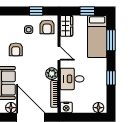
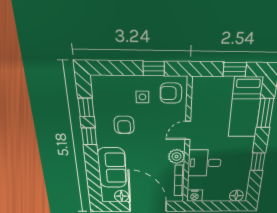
wardrobe: (66, 26) -> (201, 92), removed
armchair: (47, 27) -> (171, 93), turned 90
door: (59, 53) -> (188, 131), swing flipped

